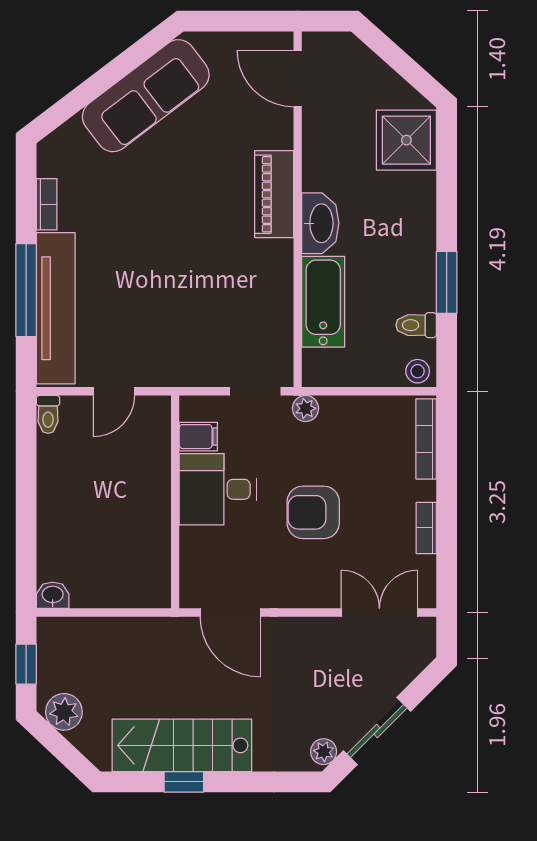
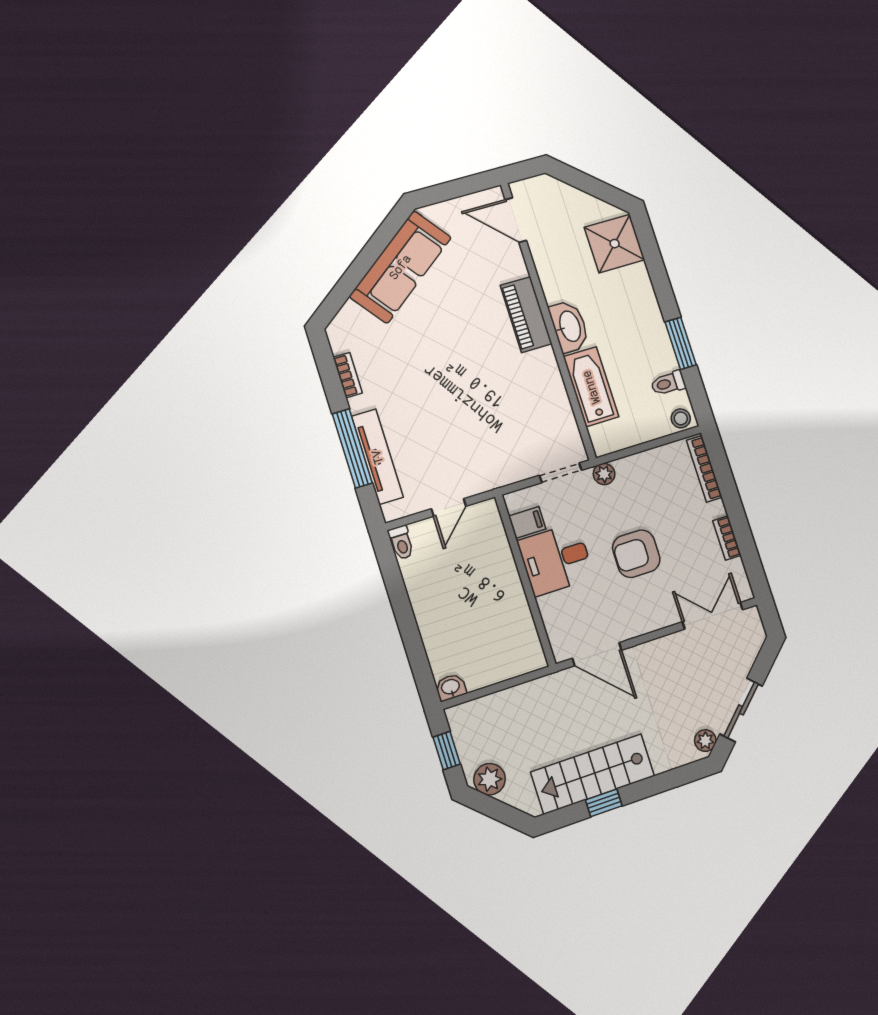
tv unit: (56, 308) -> (377, 457), width x0.73, depth x0.78

